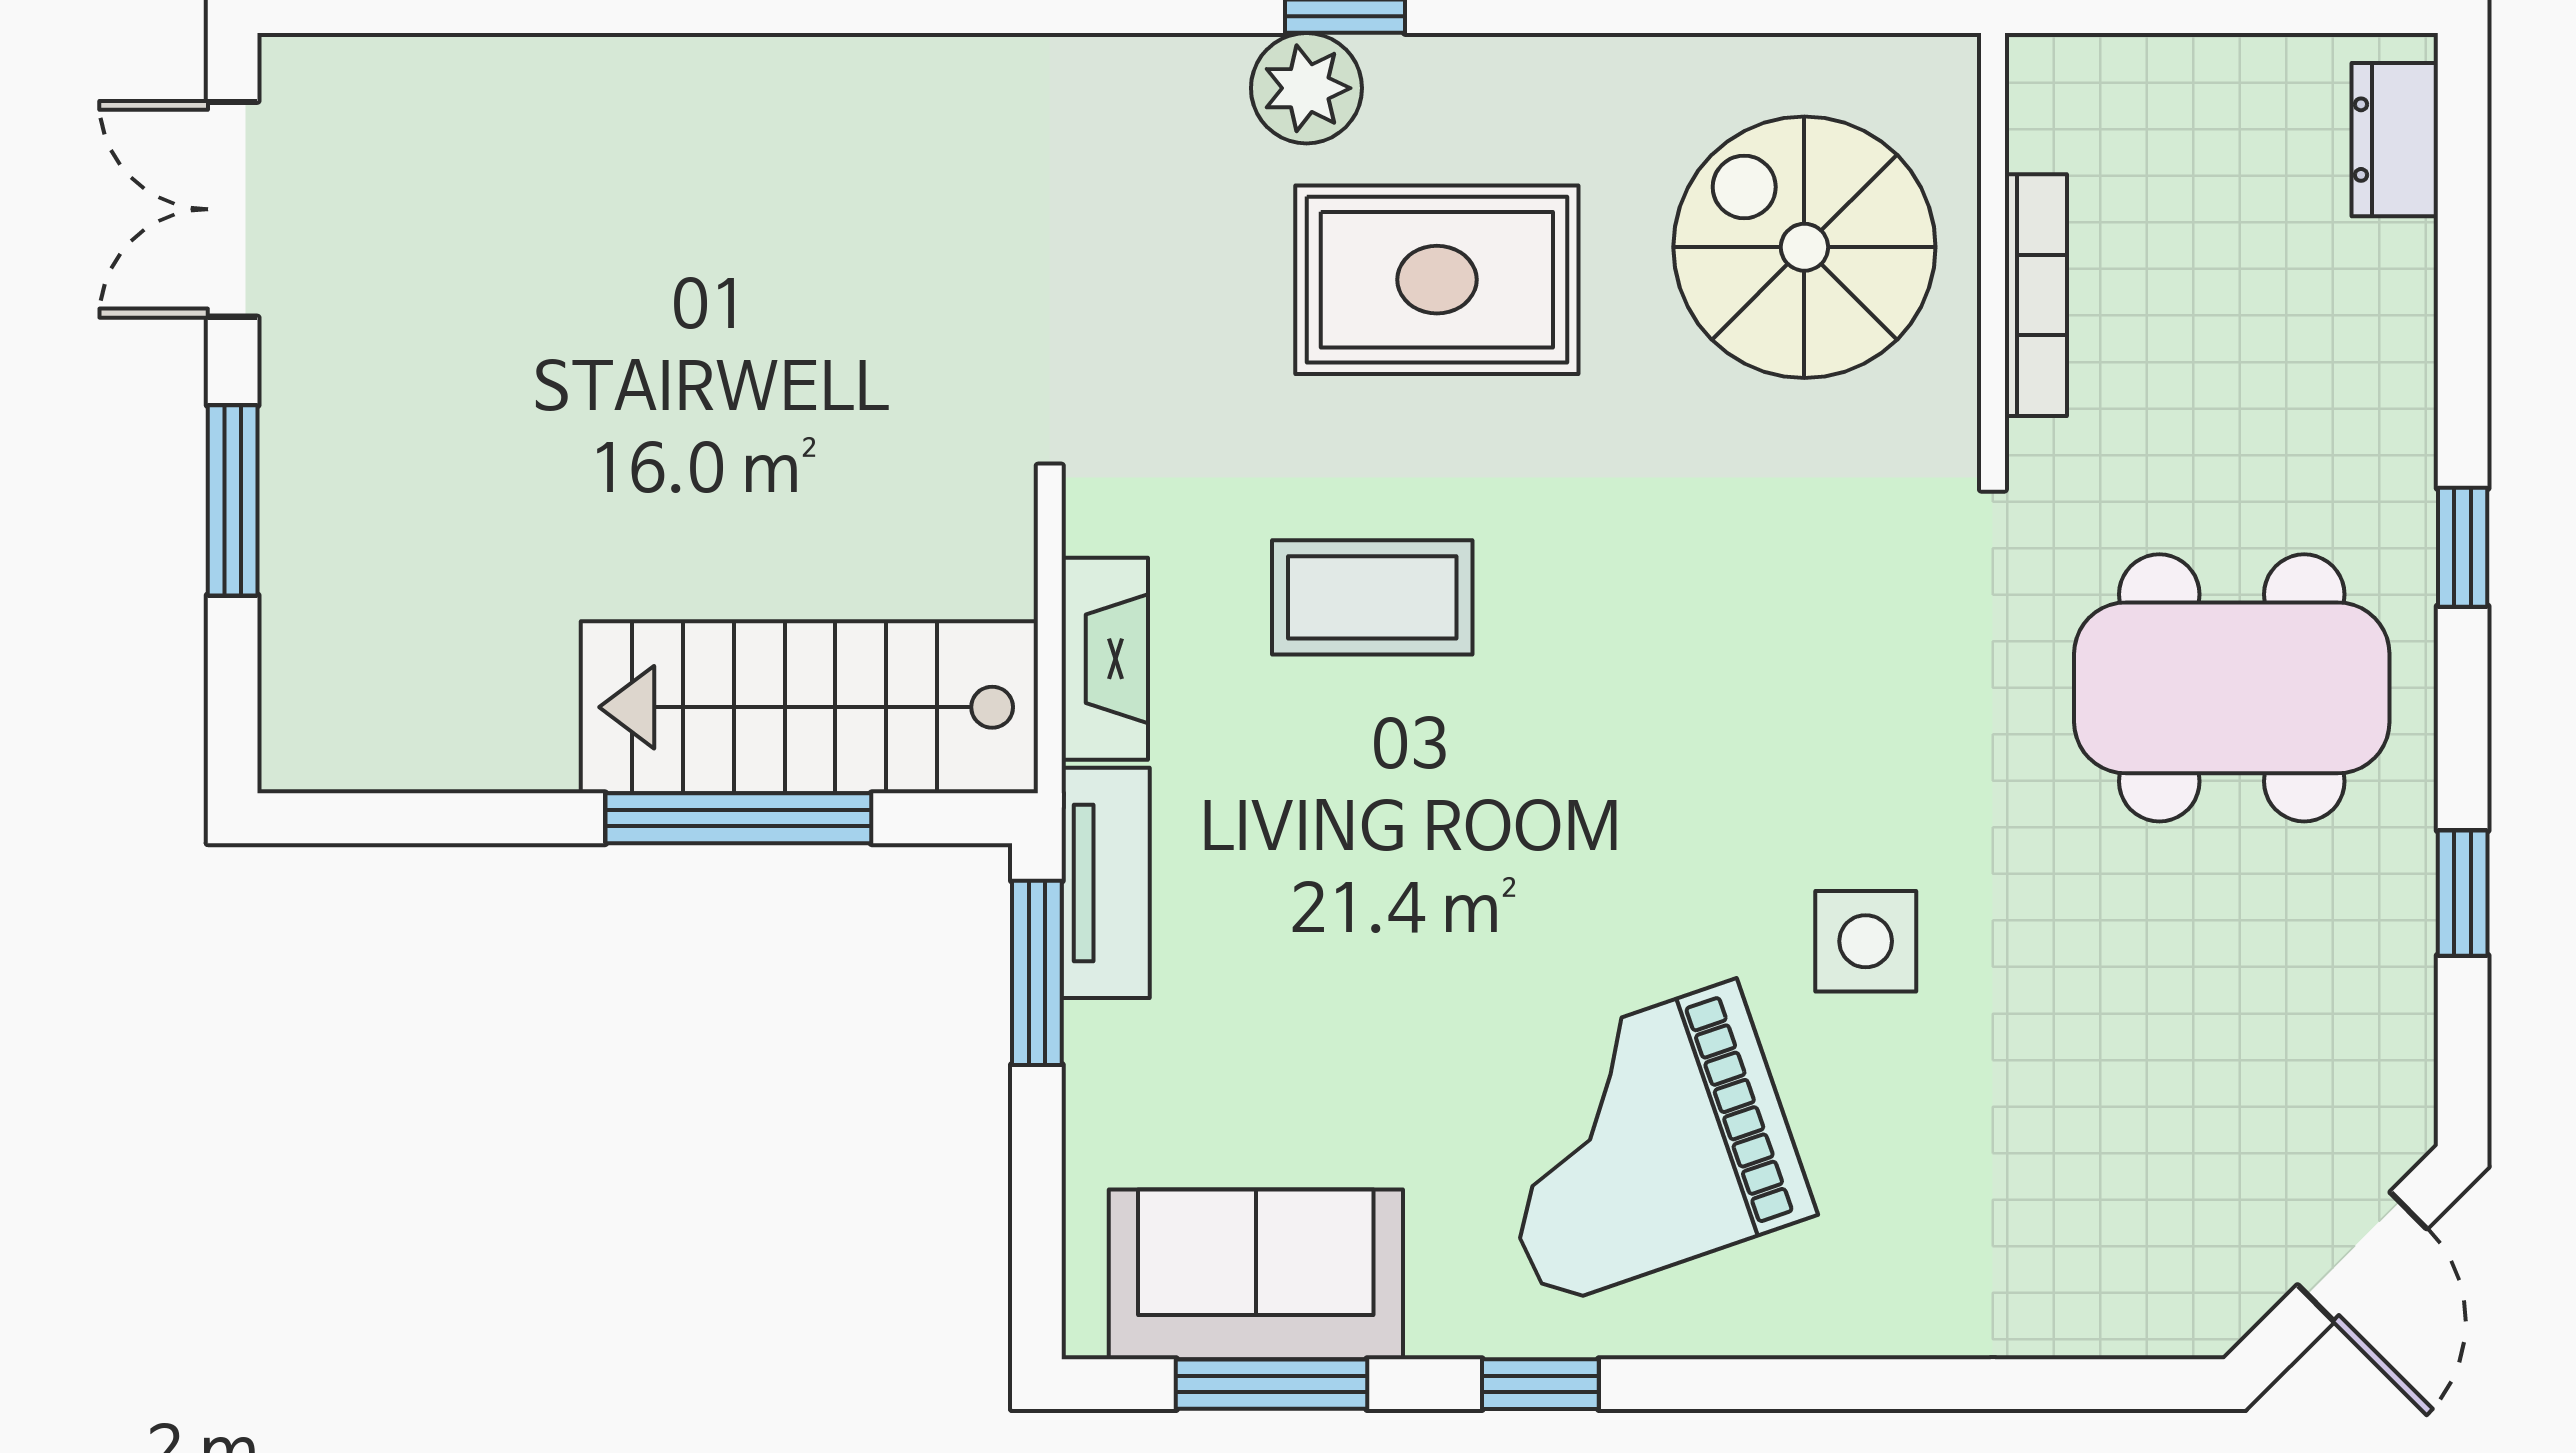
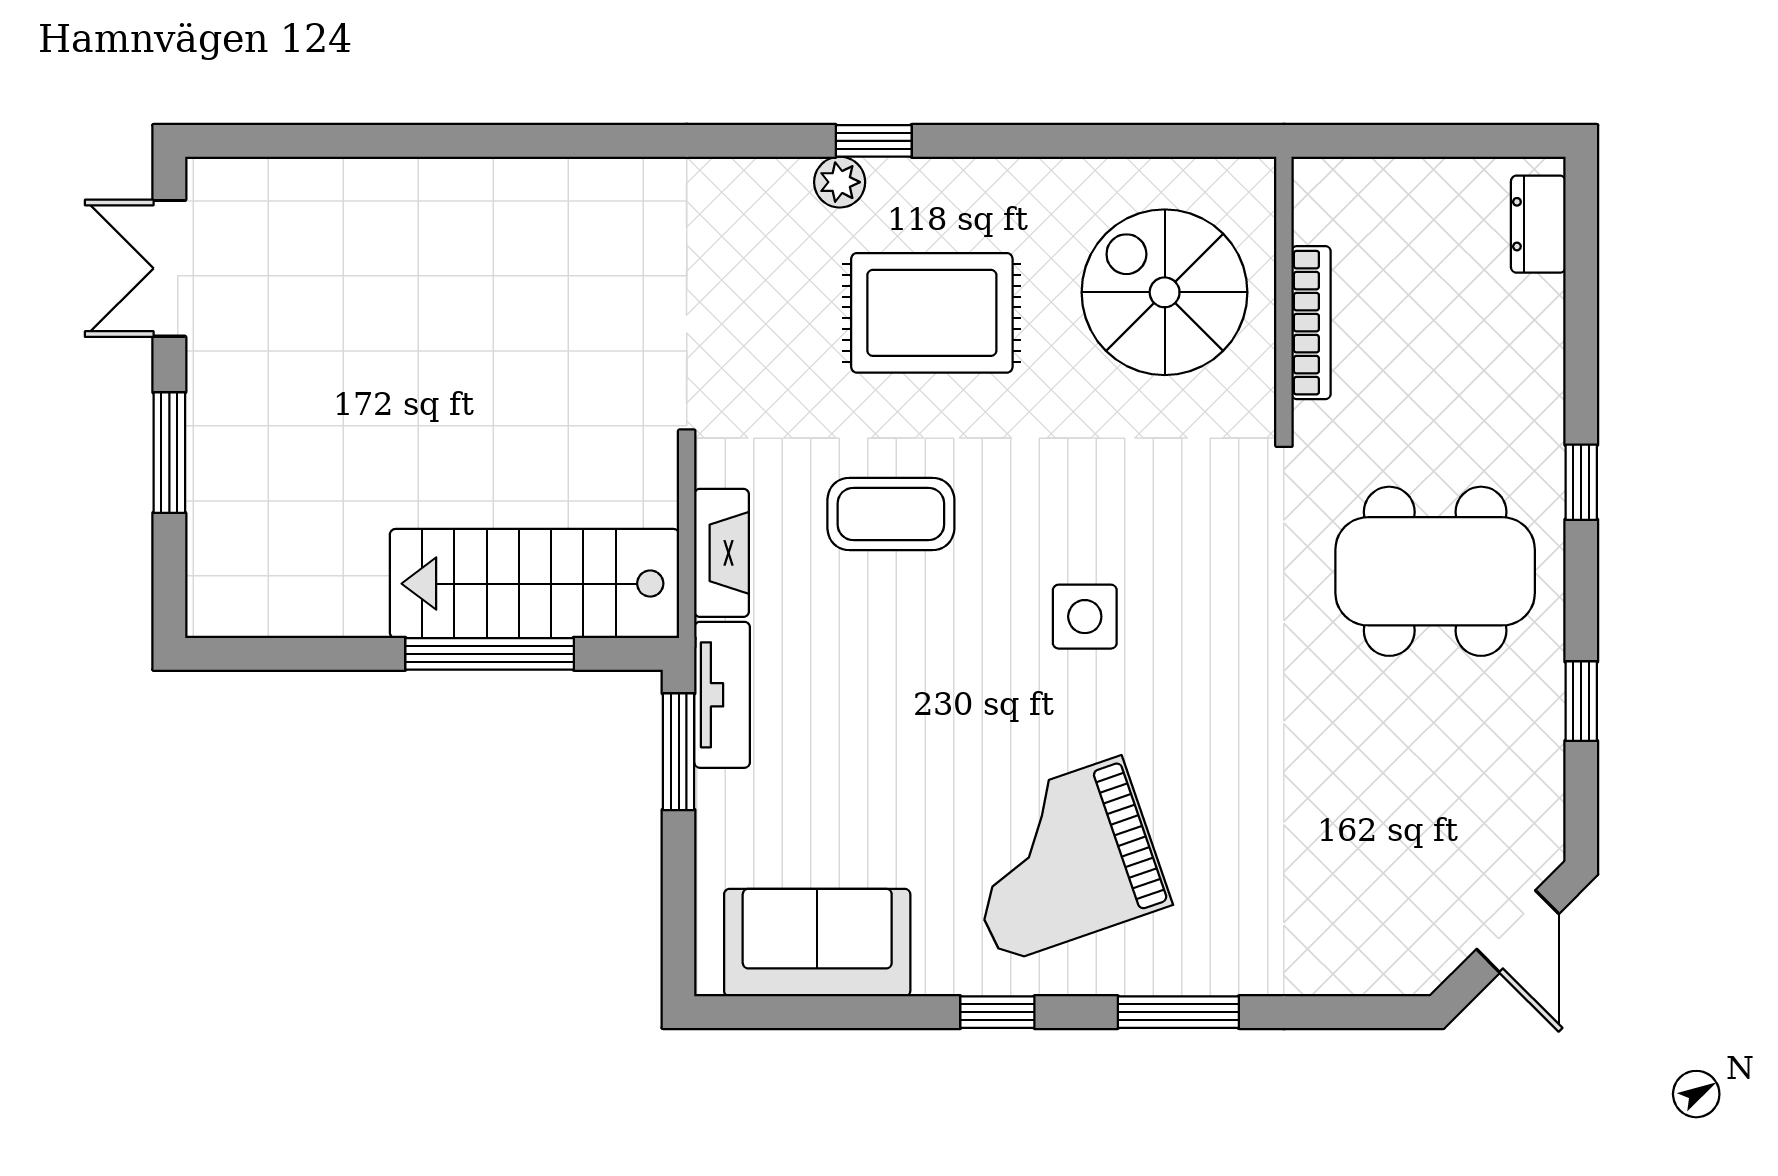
plant: (1306, 88) -> (840, 182), width x0.73, depth x0.73
side table: (1866, 941) -> (1085, 617), moved
window: (1272, 1384) -> (1178, 1012), moved

